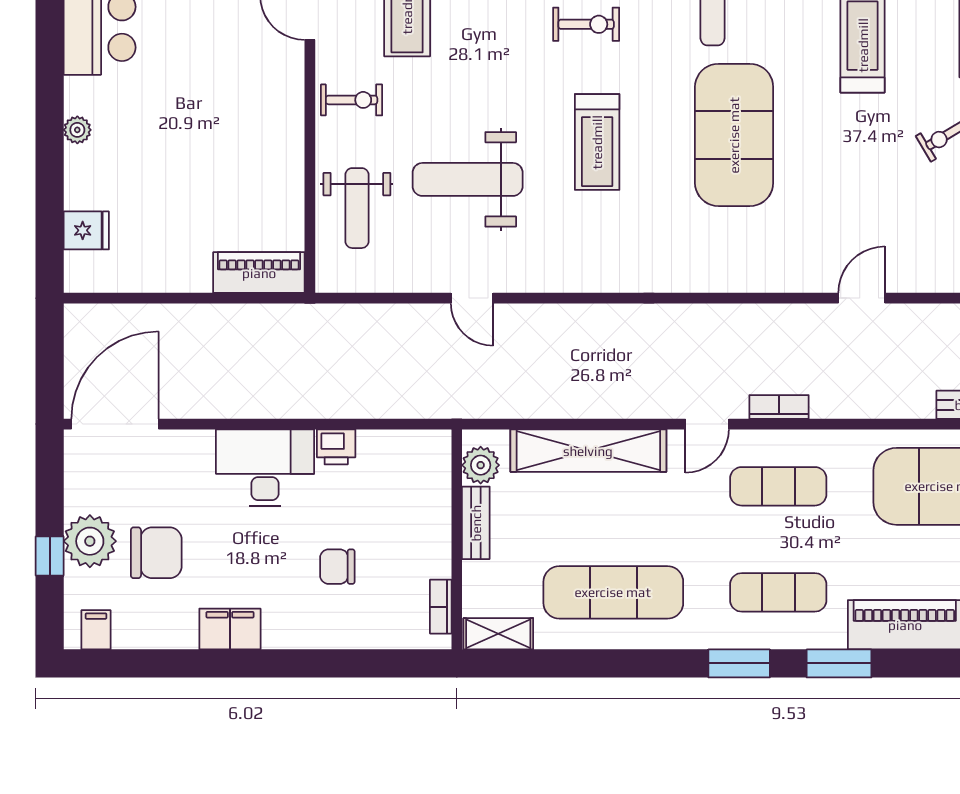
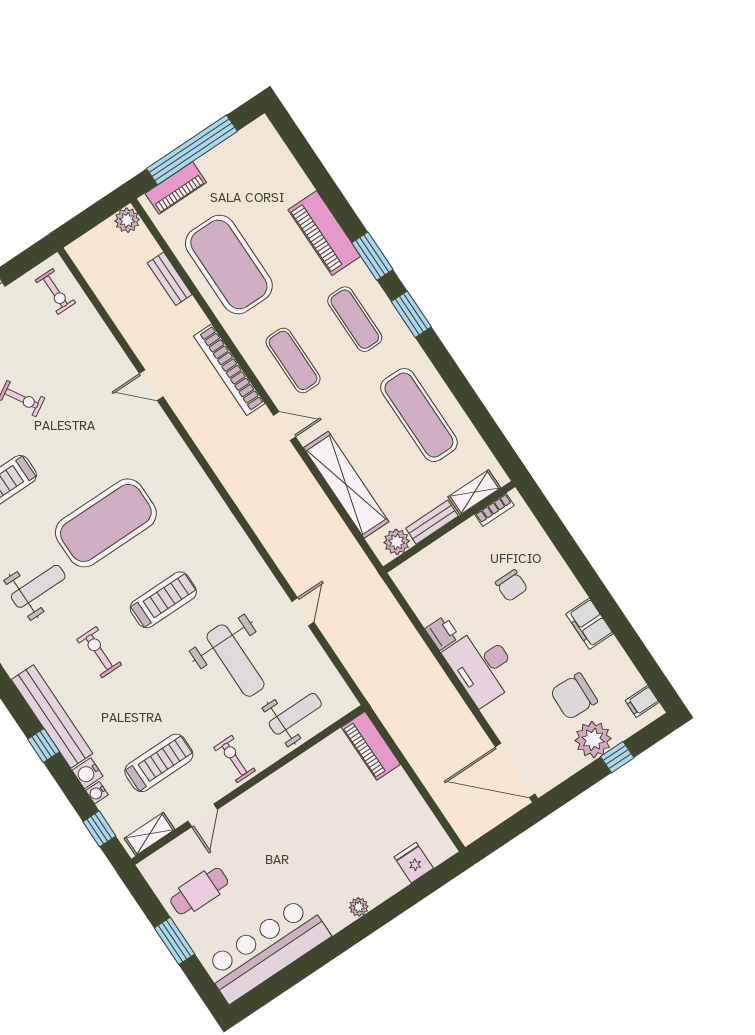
bookcase: (779, 407) -> (229, 370), width x2.31, depth x1.31
chair: (156, 553) -> (574, 696), turned -88
shelving: (498, 634) -> (474, 492), moved, turned 90

